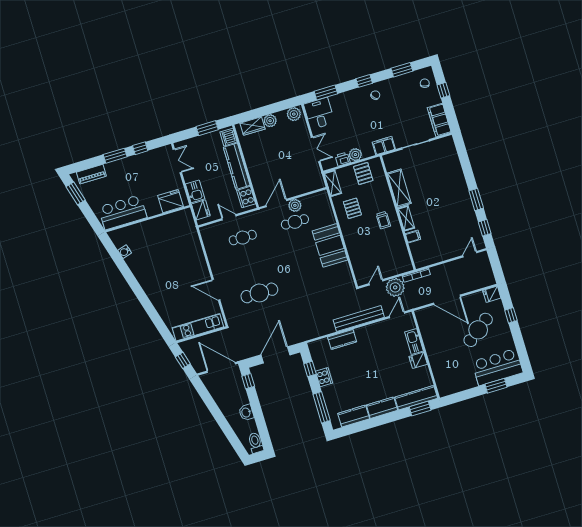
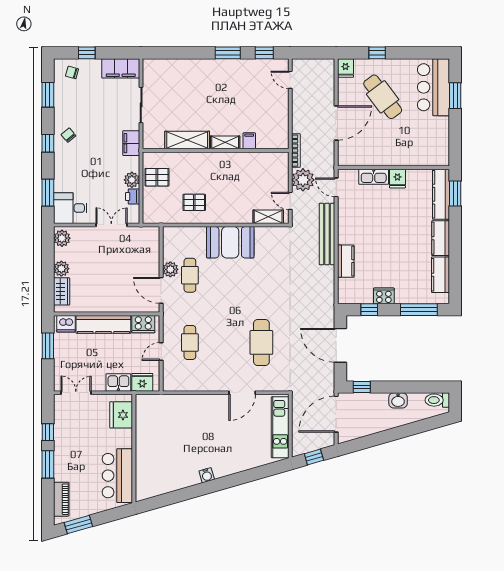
shelving: (333, 183) -> (268, 217), moved
trolley: (383, 220) -> (219, 170), removed
water cooler: (125, 252) -> (207, 475), moved

